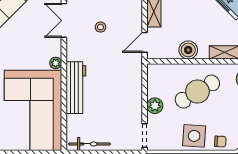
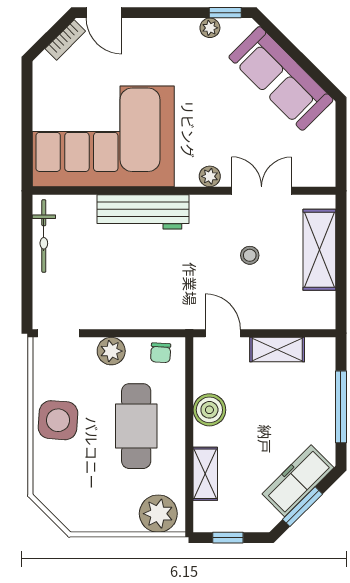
plant: (56, 63) -> (210, 176), moved
cafe table: (197, 92) -> (136, 426), turned 31
chair: (220, 141) -> (161, 353), moved

